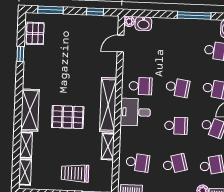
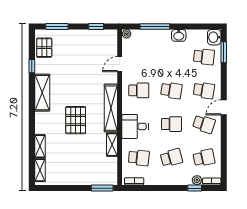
window: (194, 15) -> (155, 26), moved
washbasin: (143, 24) -> (179, 35), moved
door: (120, 44) -> (120, 64), moved
shelving: (30, 110) -> (42, 93), moved
desk: (135, 112) -> (135, 126), moved
pallet: (68, 117) -> (76, 120), turned 90
trolley: (75, 173) -> (84, 169), removed

